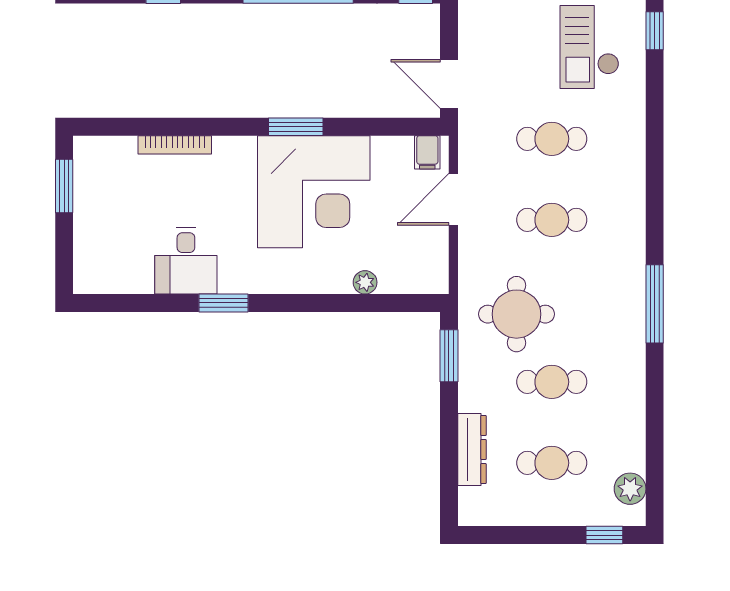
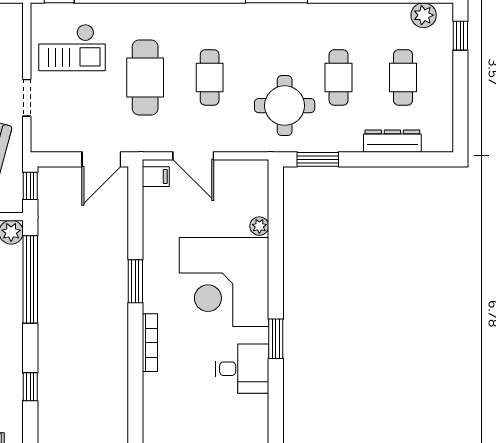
cafe table: (552, 139) -> (145, 77), width x1.37, depth x1.35
bookcase: (175, 145) -> (150, 343), moved
corner desk: (314, 192) -> (224, 282), moved, turned 180

